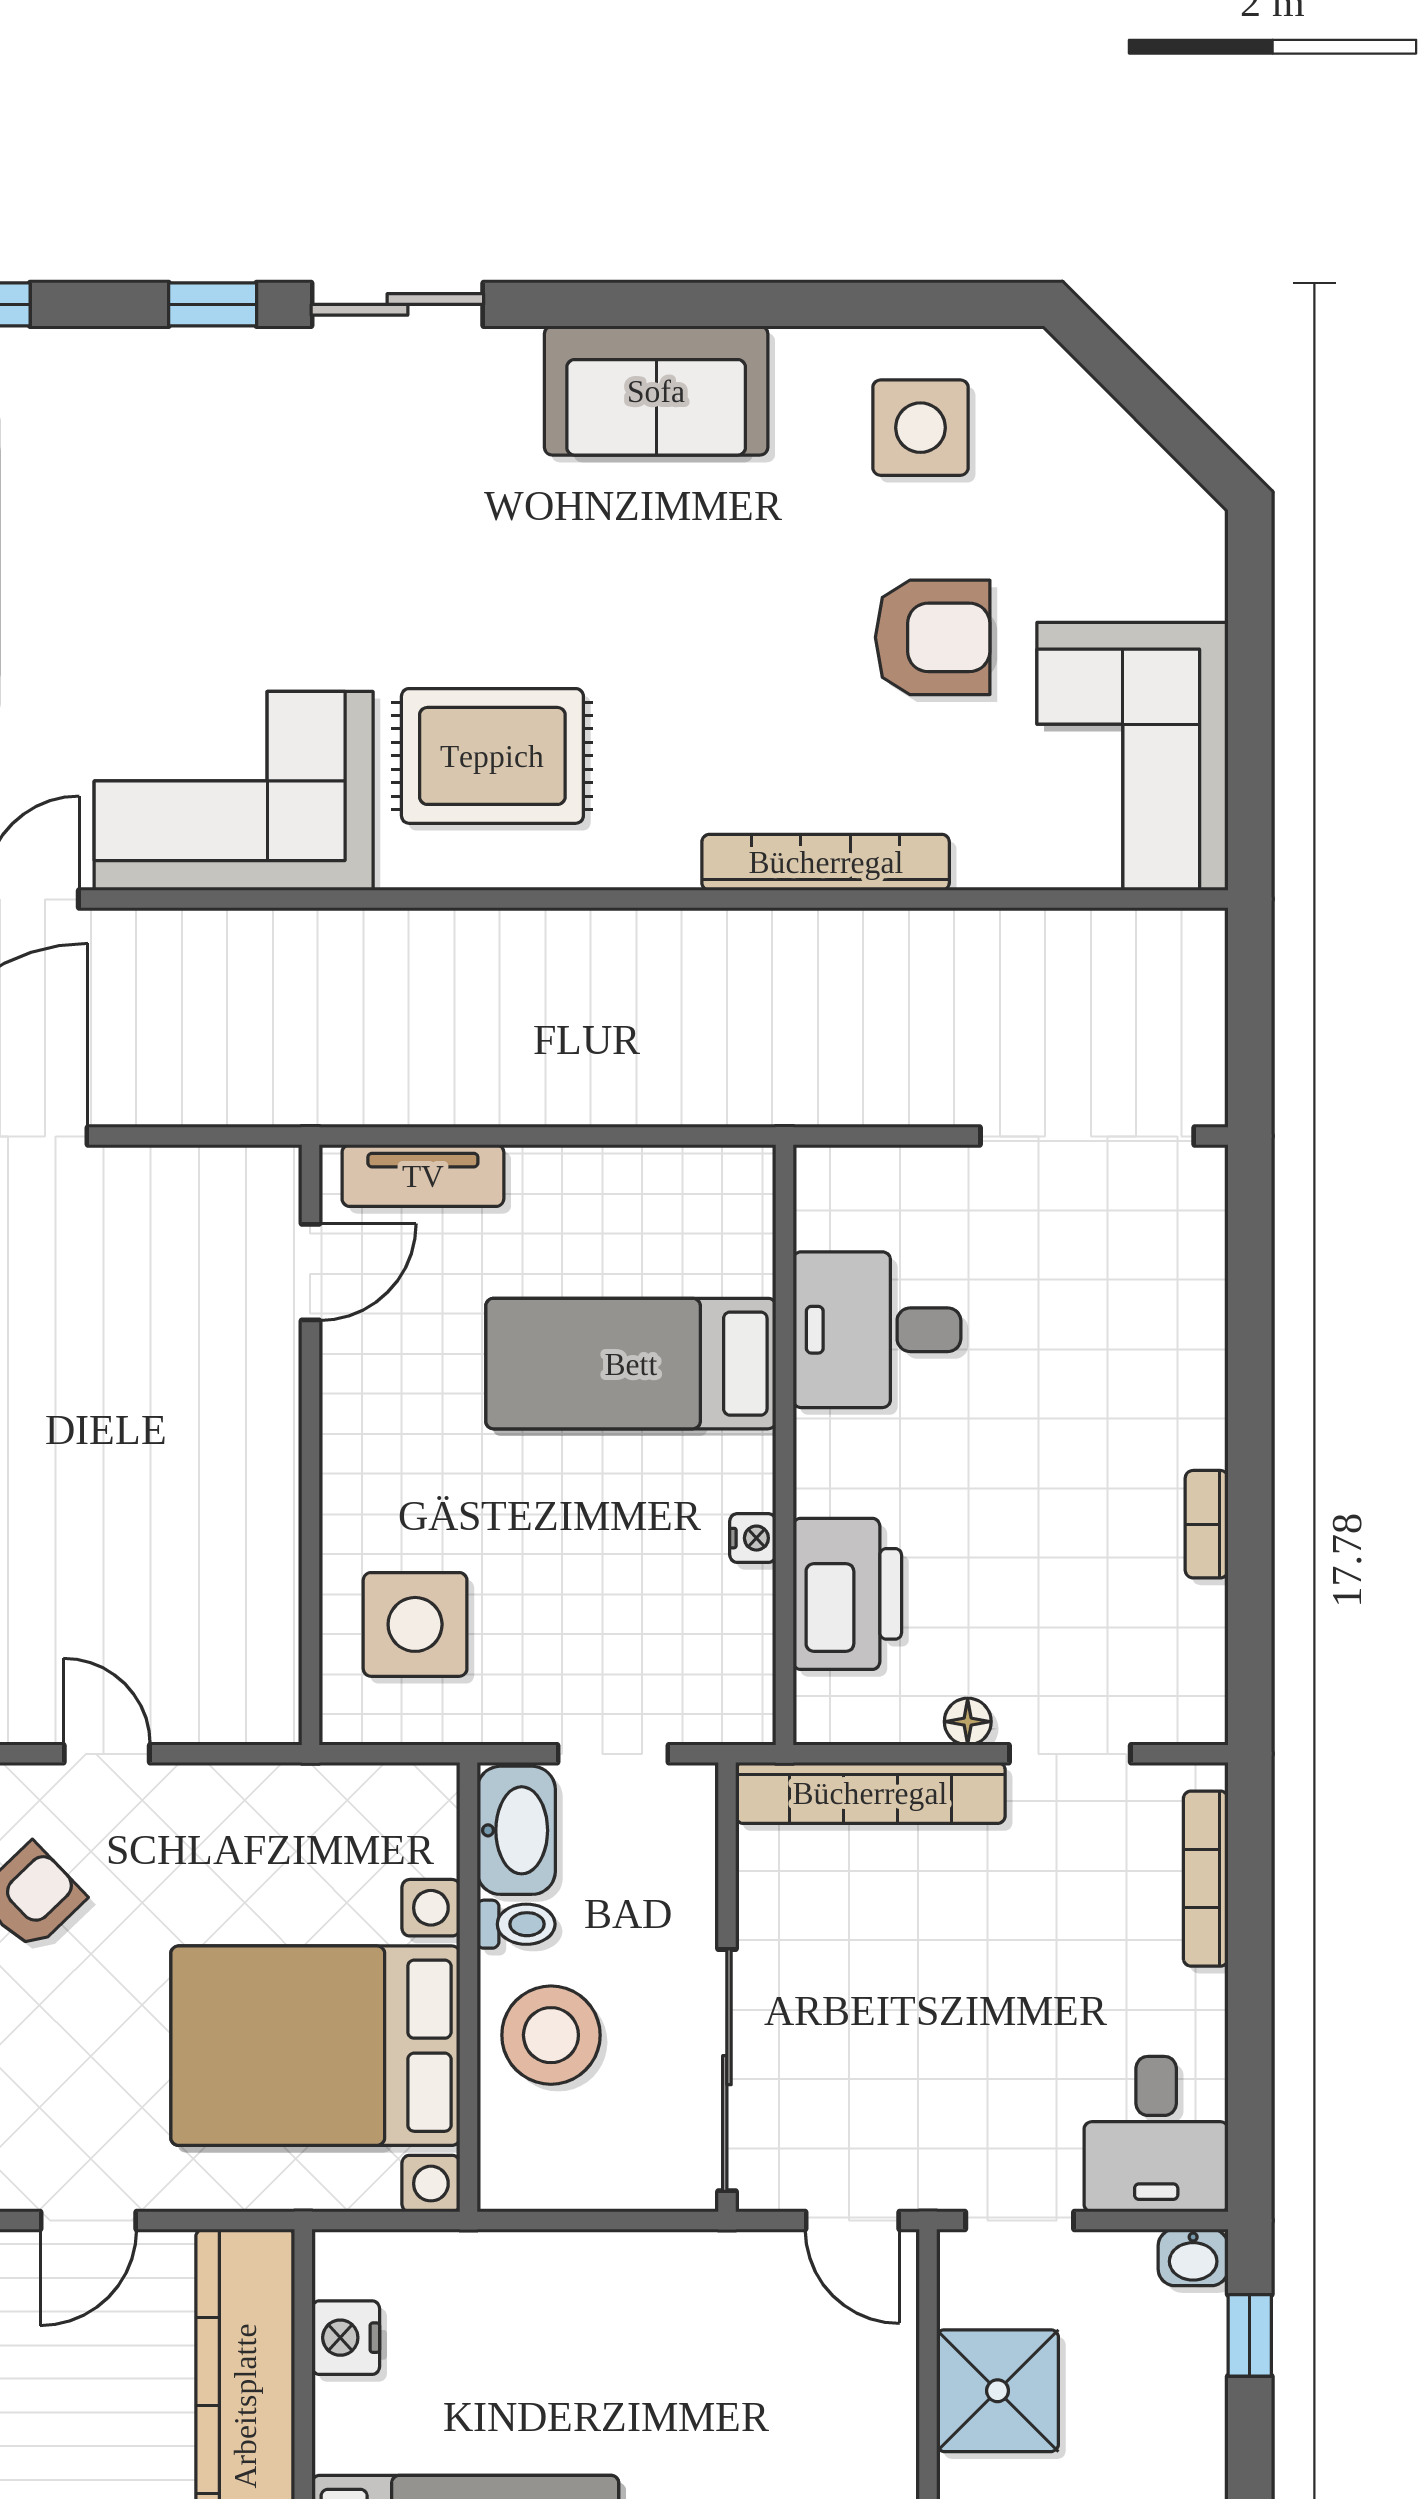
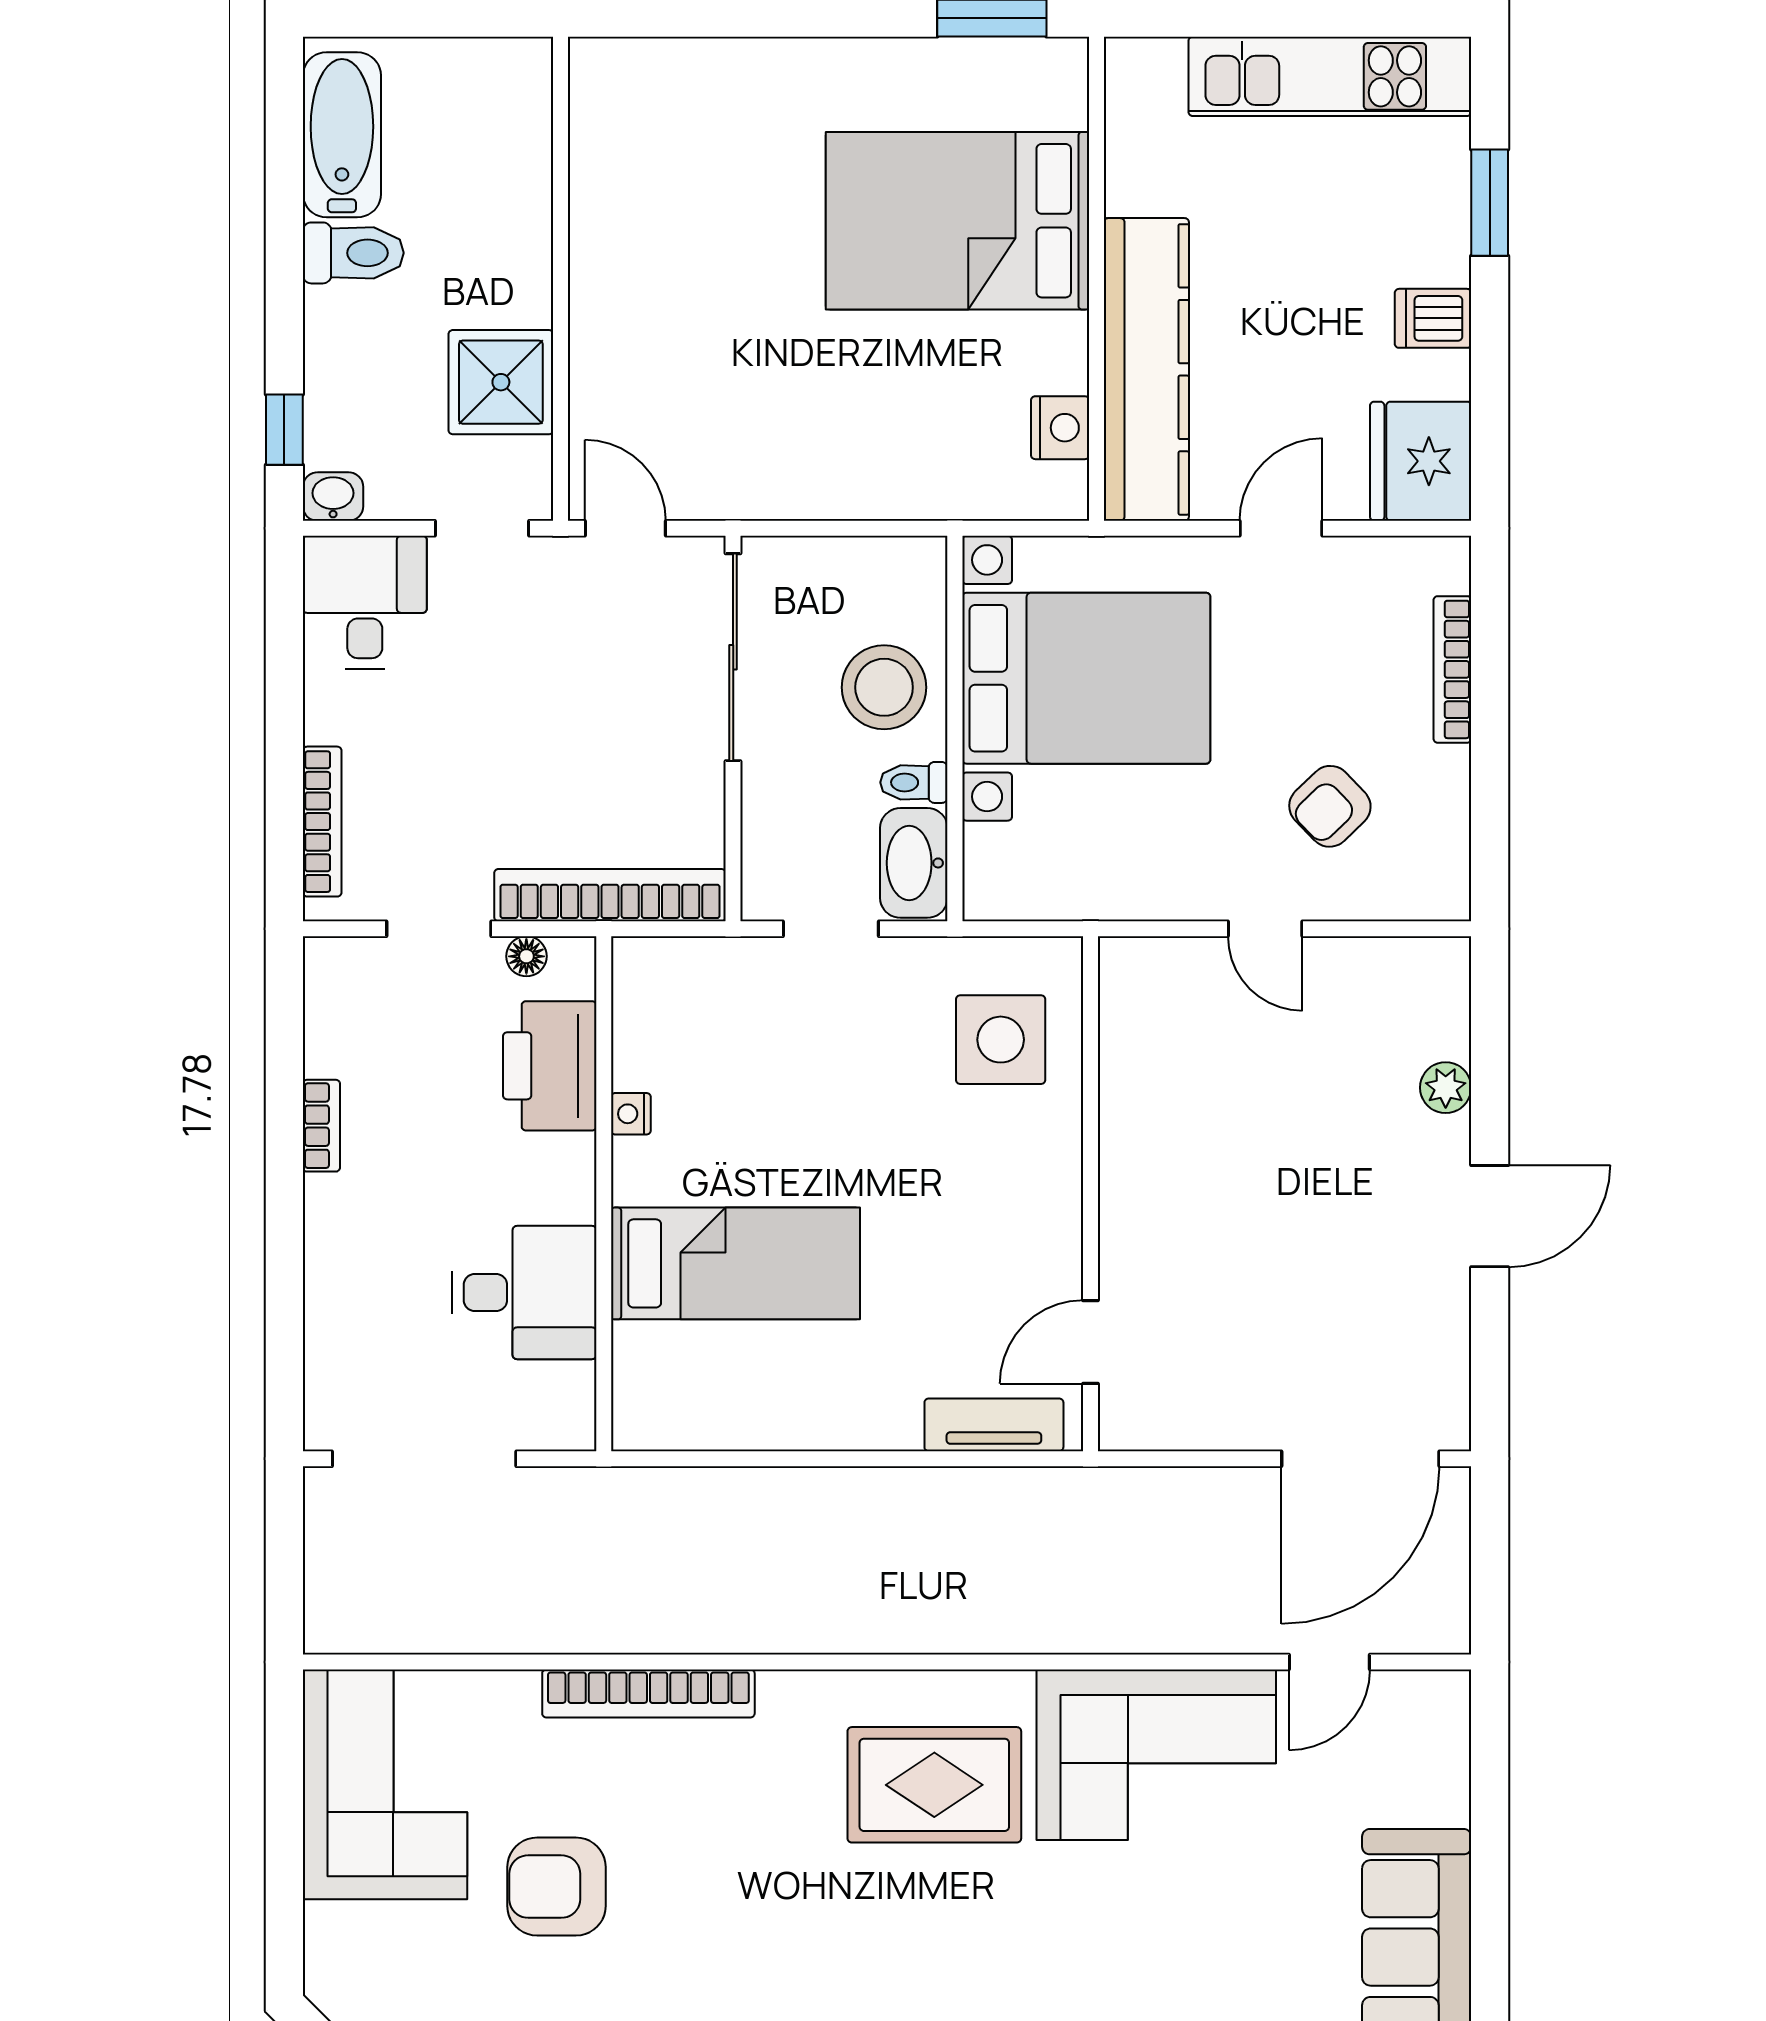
desk: (877, 1330) -> (524, 1292), moved
bed: (631, 1364) -> (735, 1263), moved
wall: (784, 1445) -> (604, 1194), moved
nightstand: (753, 1538) -> (631, 1114), moved
printer: (847, 1594) -> (550, 1066), moved

